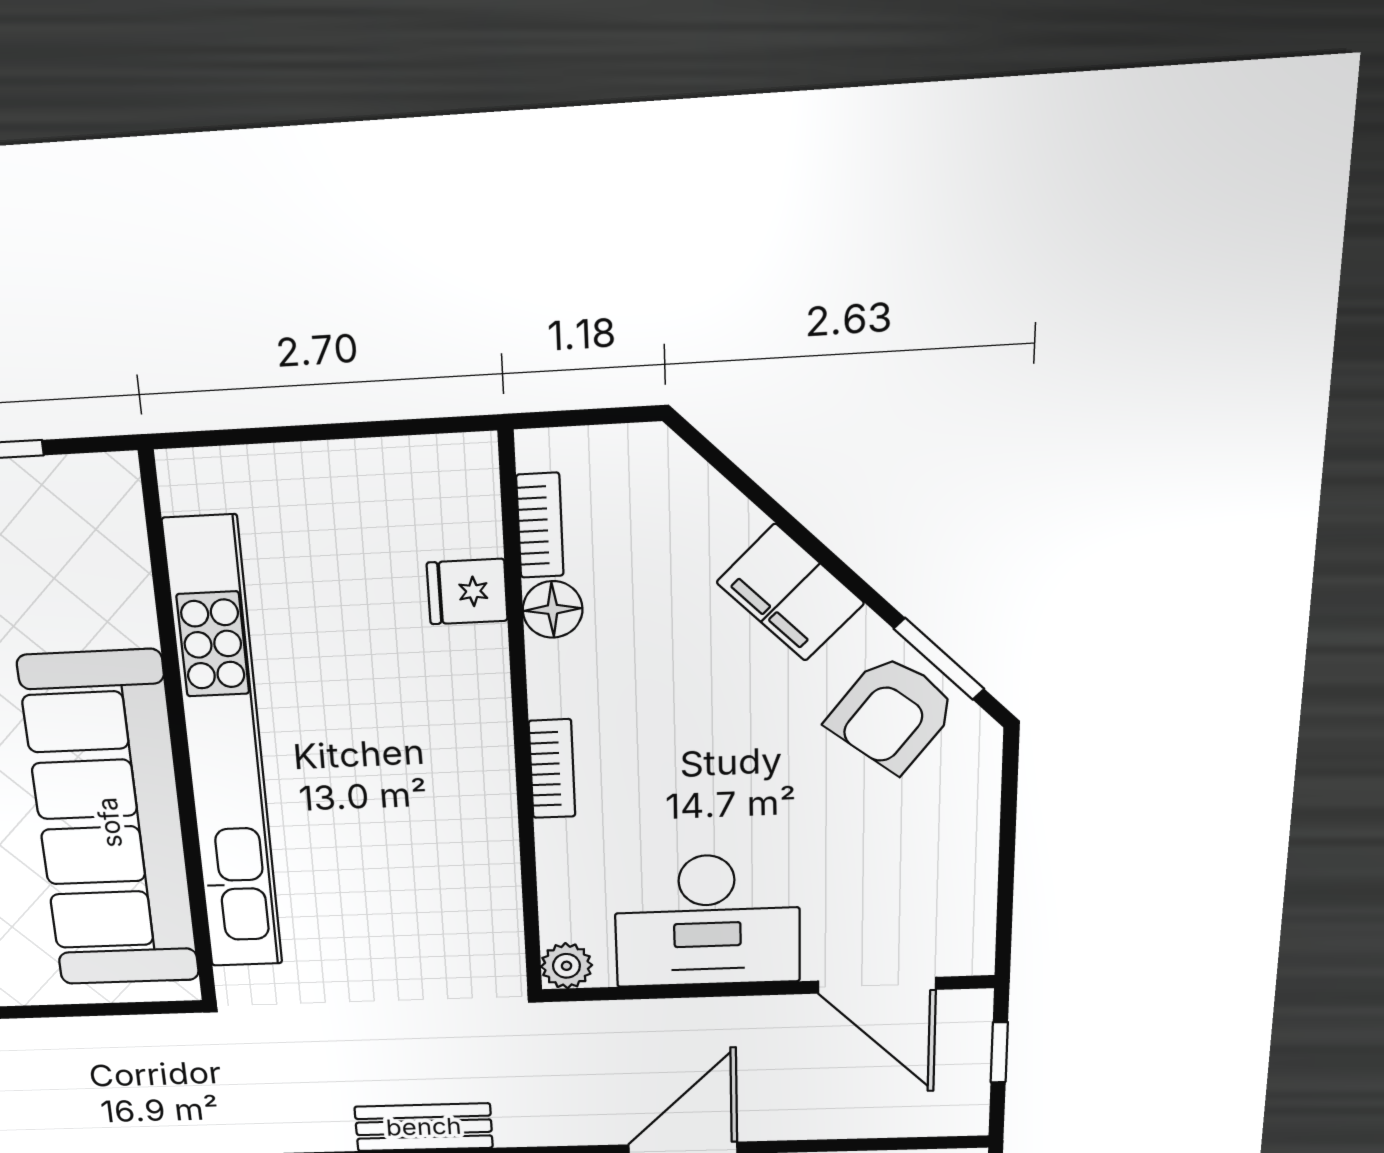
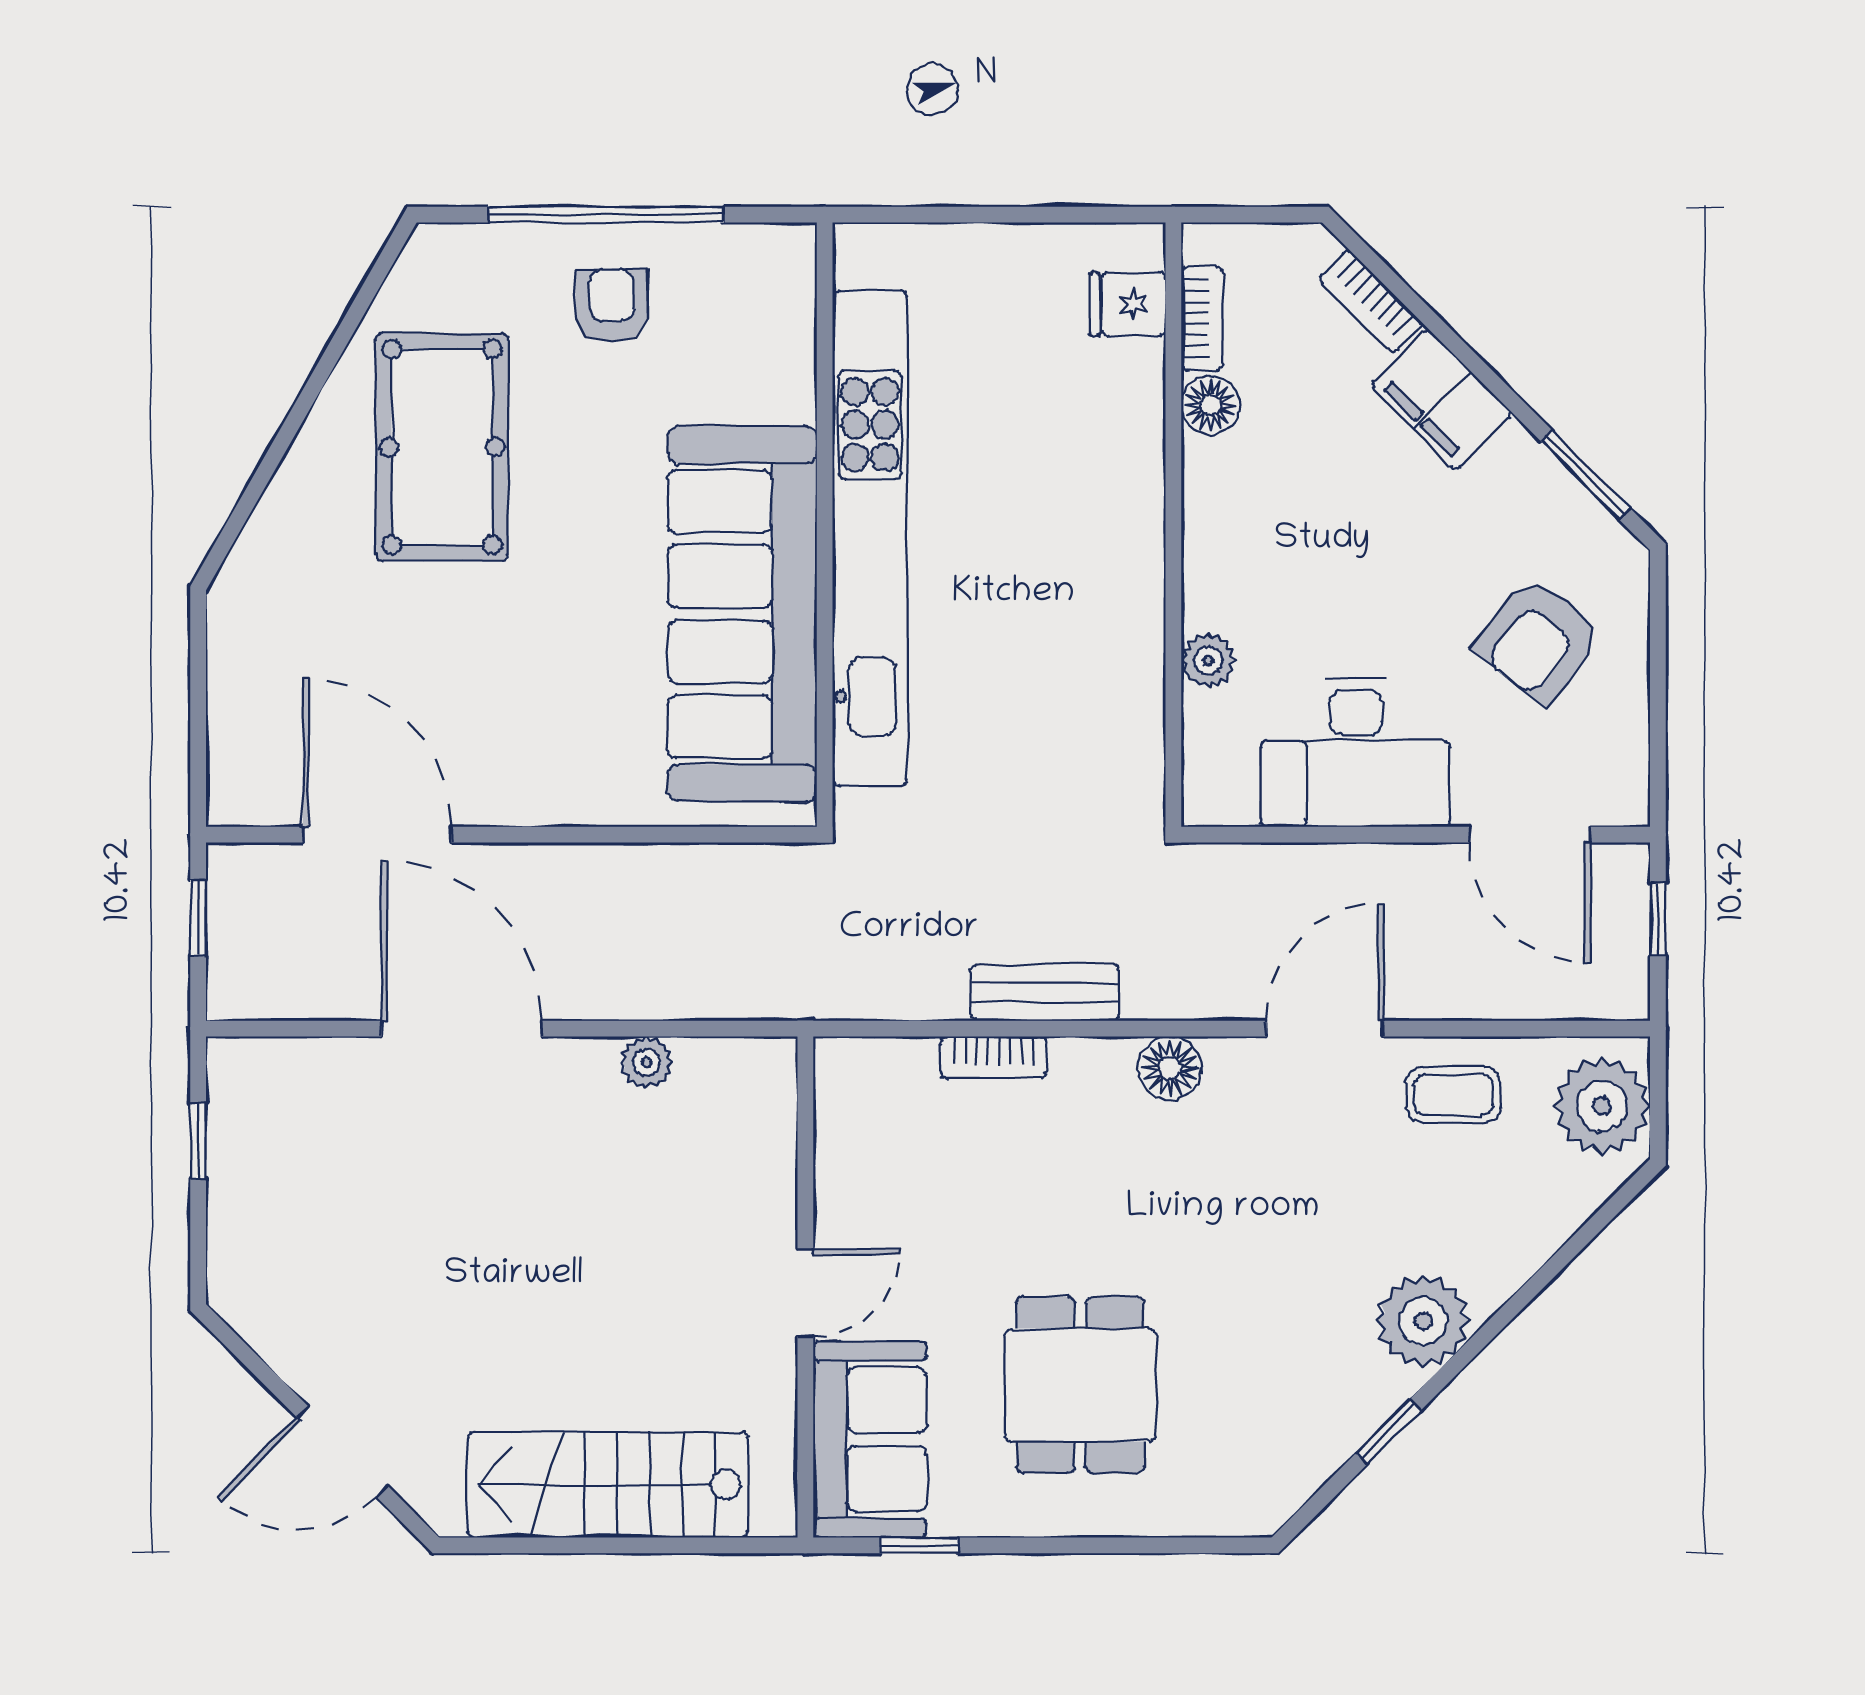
fridge: (467, 592) -> (1128, 304), moved
armchair: (892, 714) -> (1538, 640), moved
bookcase: (552, 769) -> (1371, 301), moved, turned 135
plant: (566, 966) -> (1208, 661), moved

